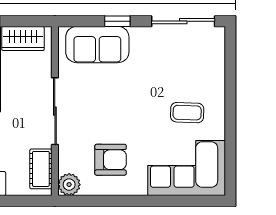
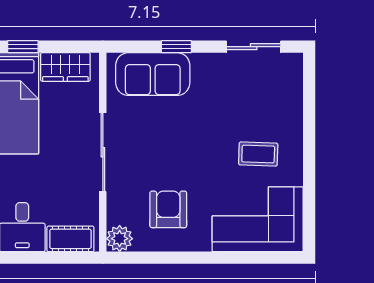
sliding door: (183, 21) -> (254, 47), width x0.73
armchair: (111, 160) -> (168, 209), turned -90
cot: (41, 169) -> (70, 239), moved, turned 90

